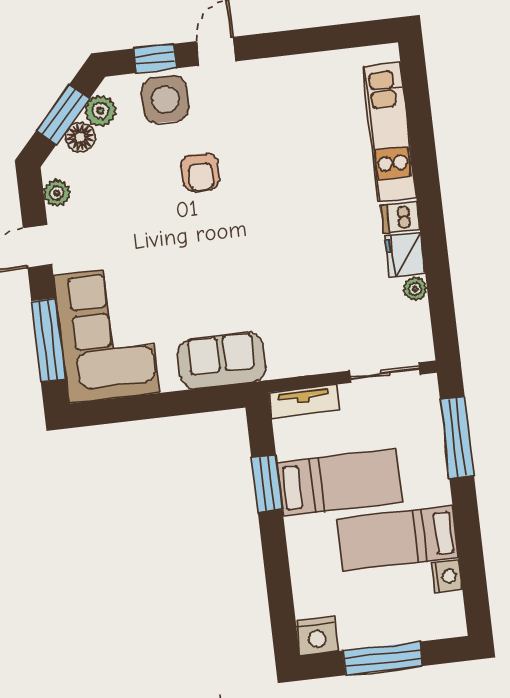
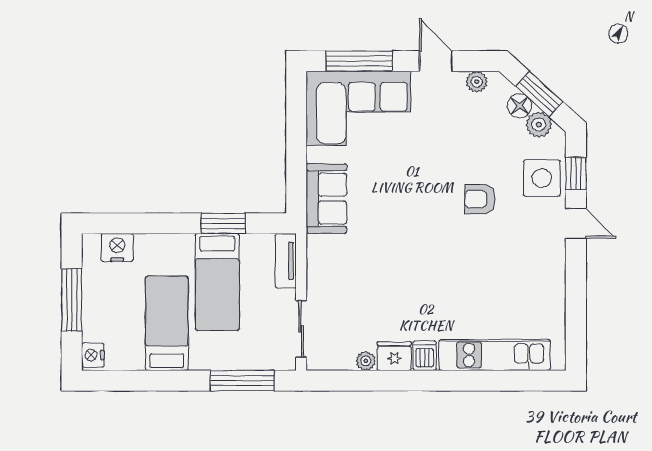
nightstand: (447, 576) -> (93, 355), moved, turned 90
nightstand: (317, 636) -> (117, 247), moved, turned 90

